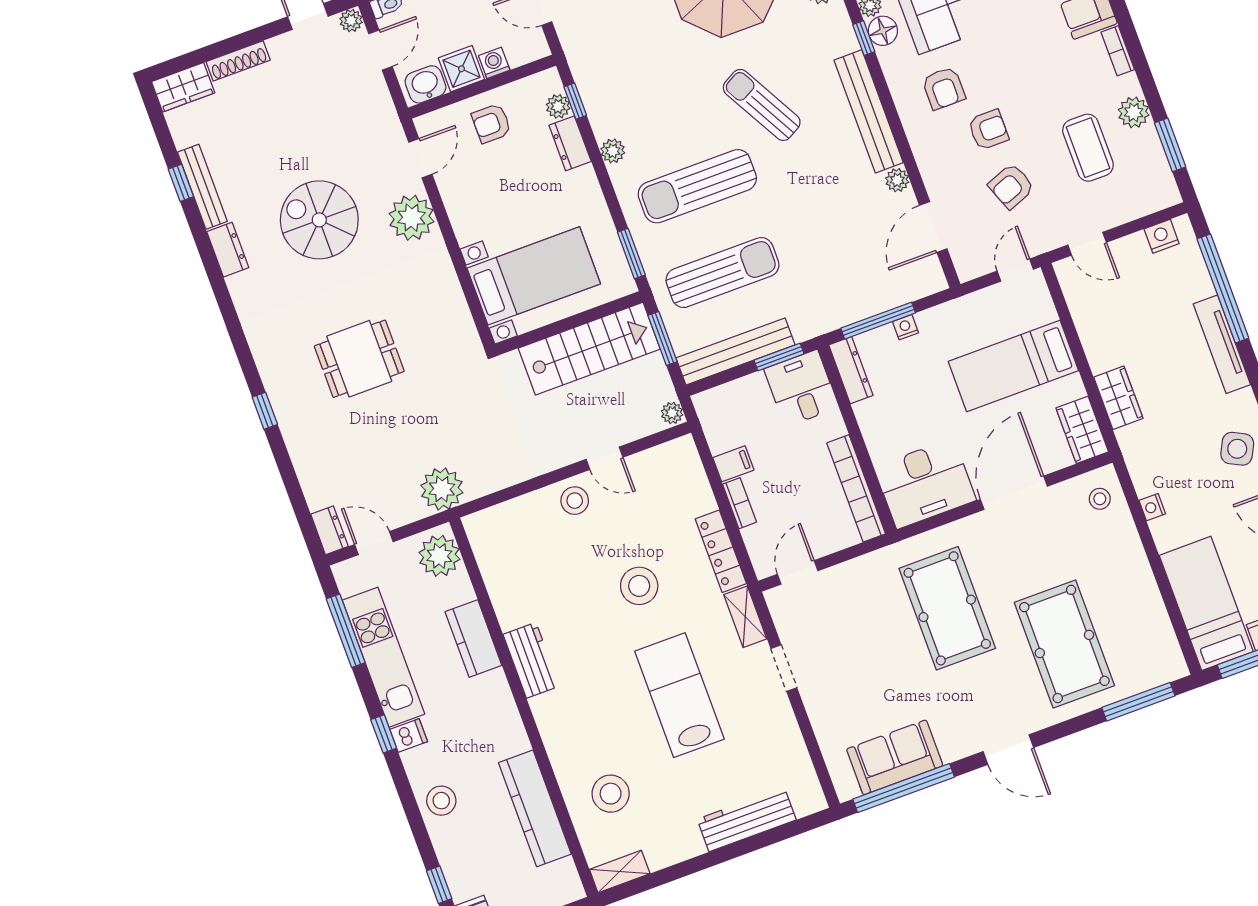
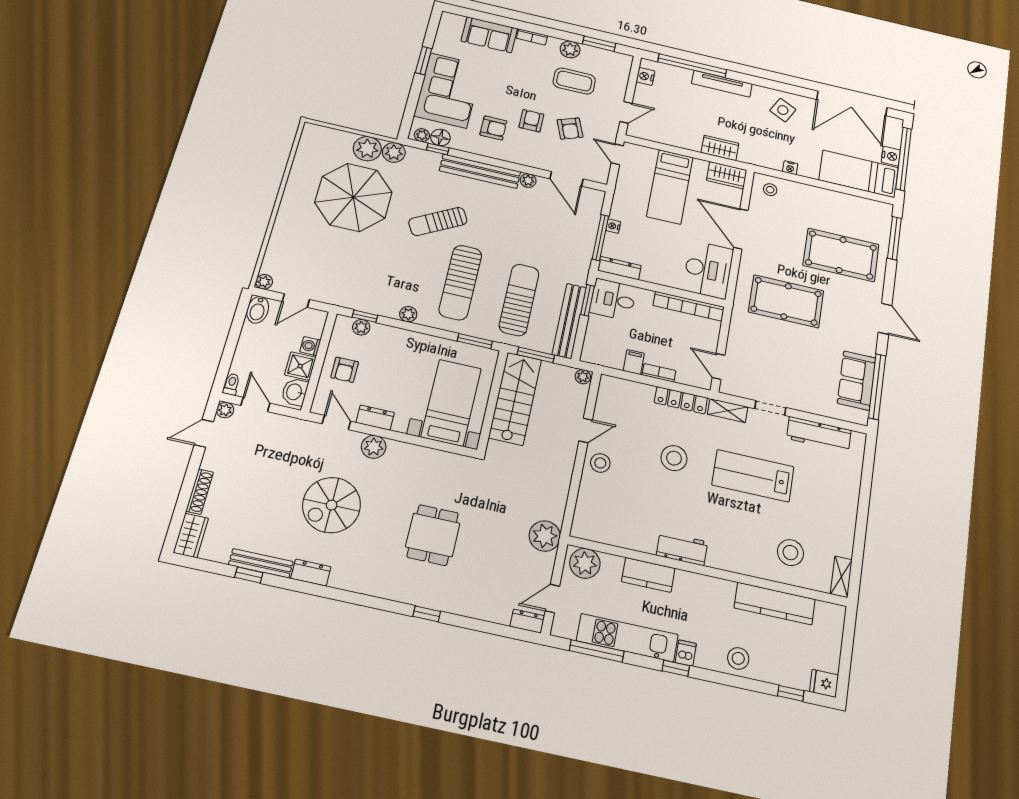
dresser: (570, 143) -> (375, 418), moved, turned 180
plant: (412, 218) -> (374, 447), width x0.73, depth x0.73
door: (1008, 750) -> (885, 319), hinge flipped
workbench: (747, 819) -> (819, 434), moved, turned -90

